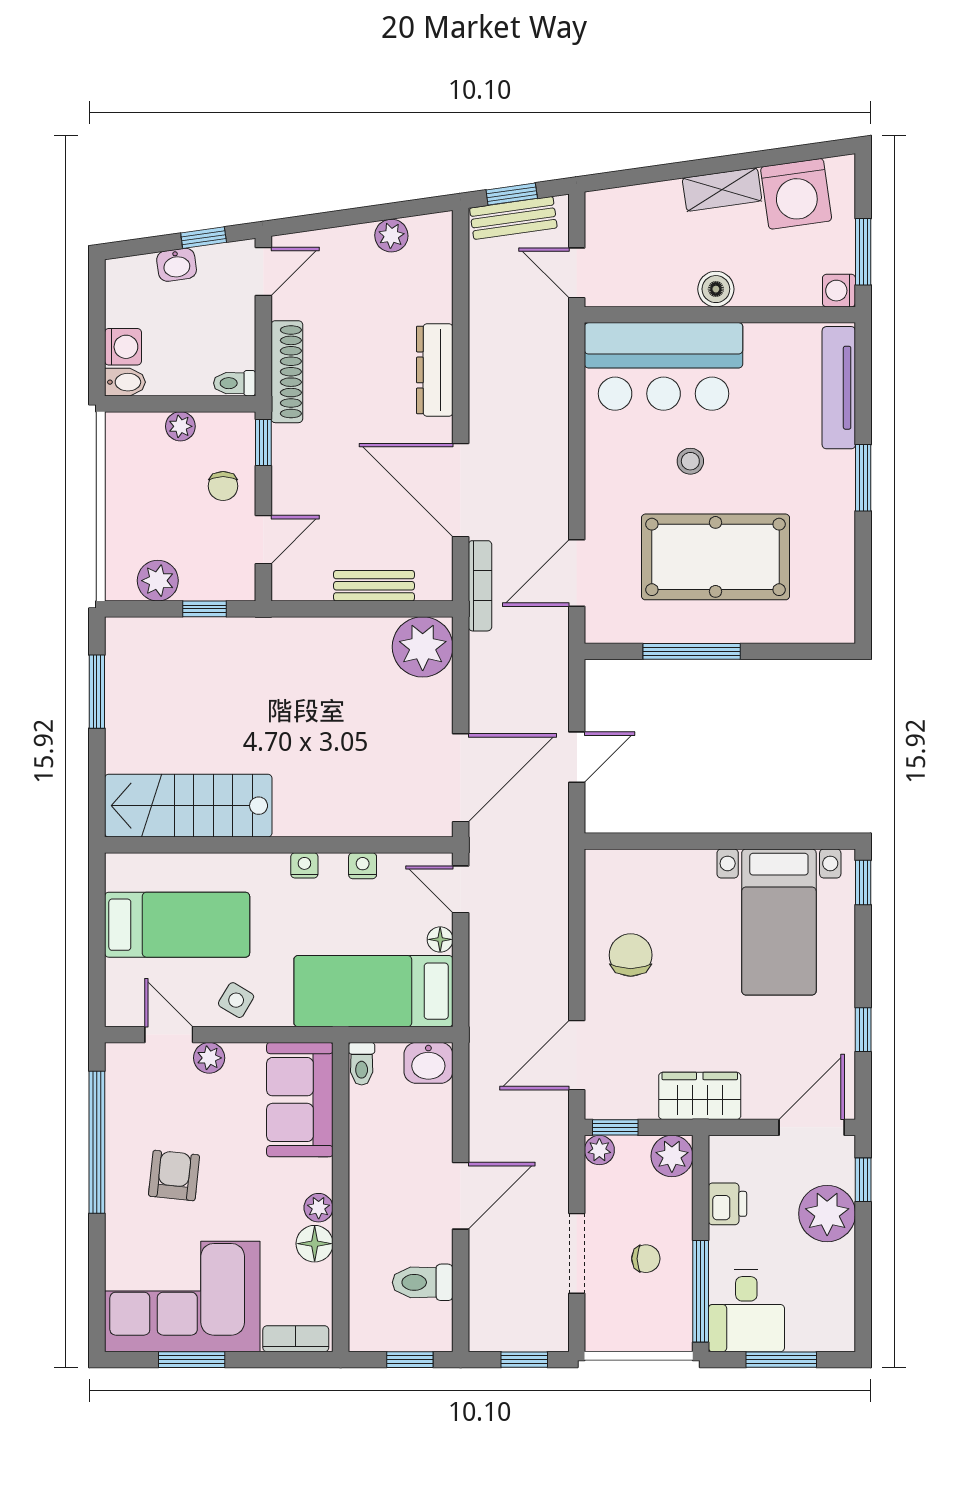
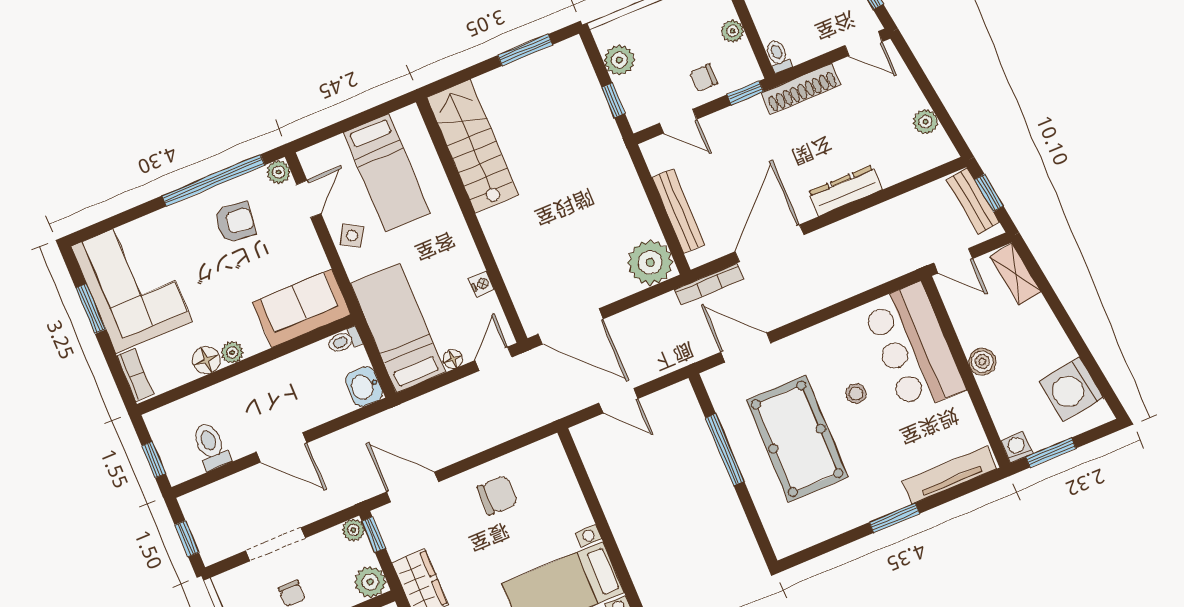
shelving: (722, 189) -> (1016, 274), moved
door: (577, 273) -> (953, 261), swing flipped
bench: (374, 586) -> (678, 211), width x1.36
nightstand: (304, 865) -> (465, 244), removed
plant: (209, 1058) -> (279, 172), moved
armchair: (174, 1176) -> (235, 222), moved

